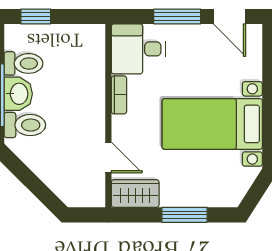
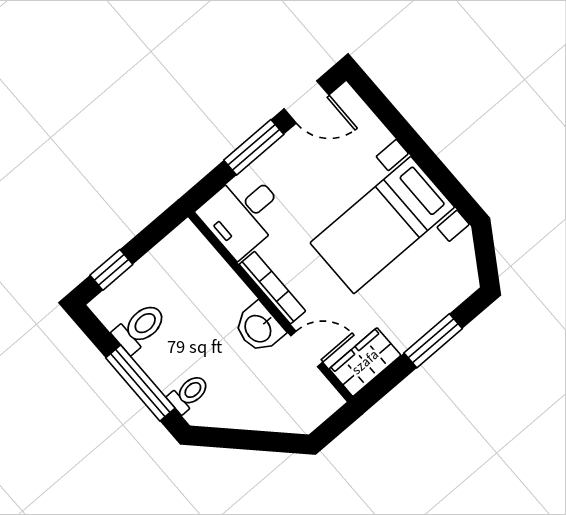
washbasin: (18, 94) -> (259, 328), moved, turned 180
bookcase: (119, 95) -> (272, 288), width x1.56
toilet: (25, 125) -> (189, 394), width x0.73, depth x0.72

